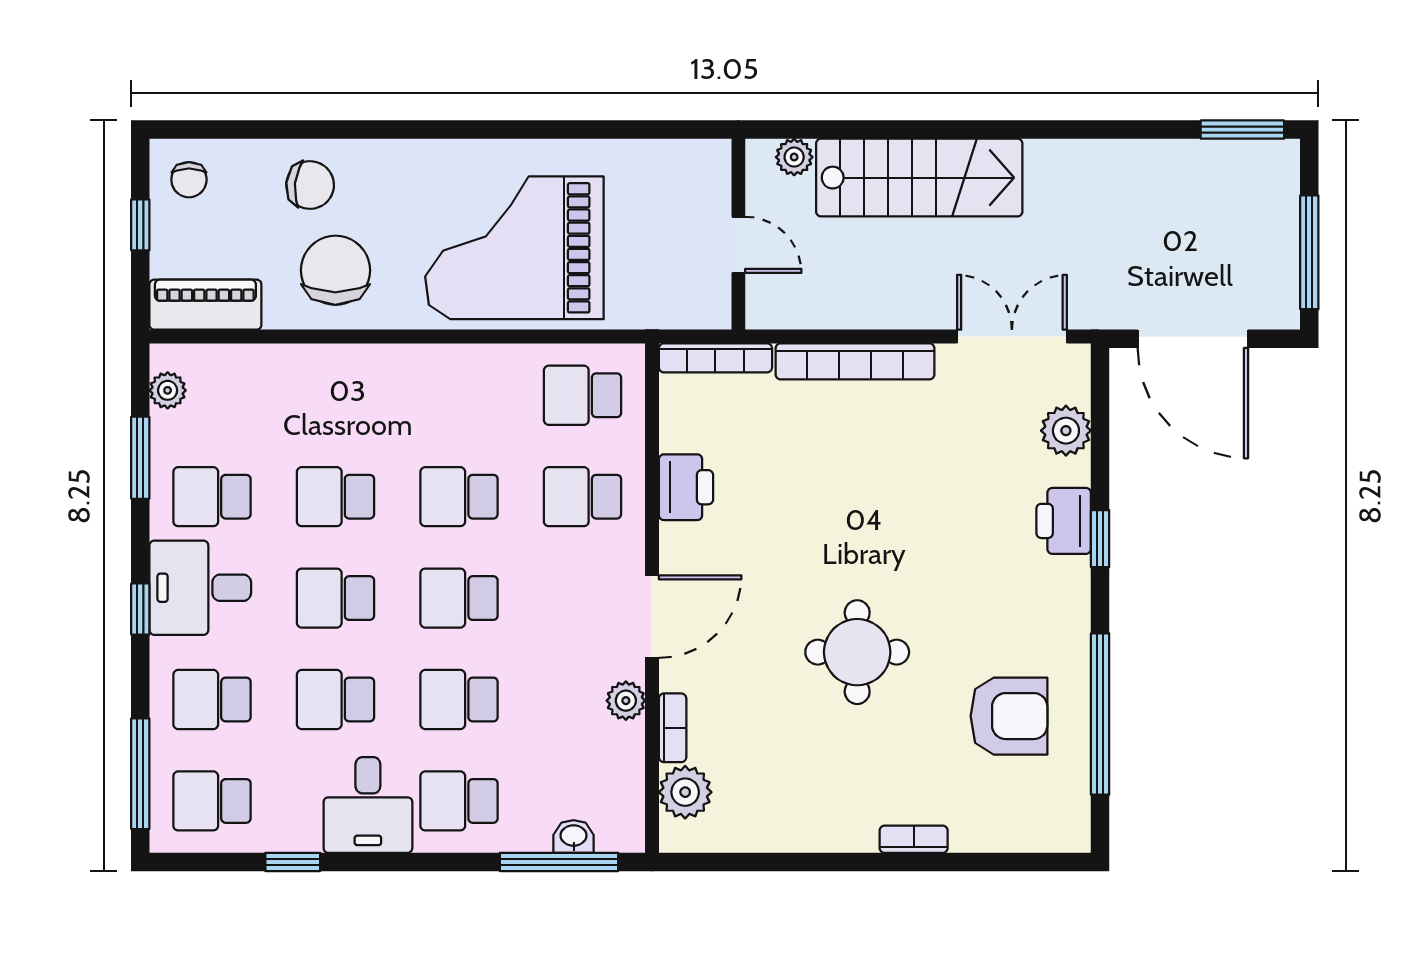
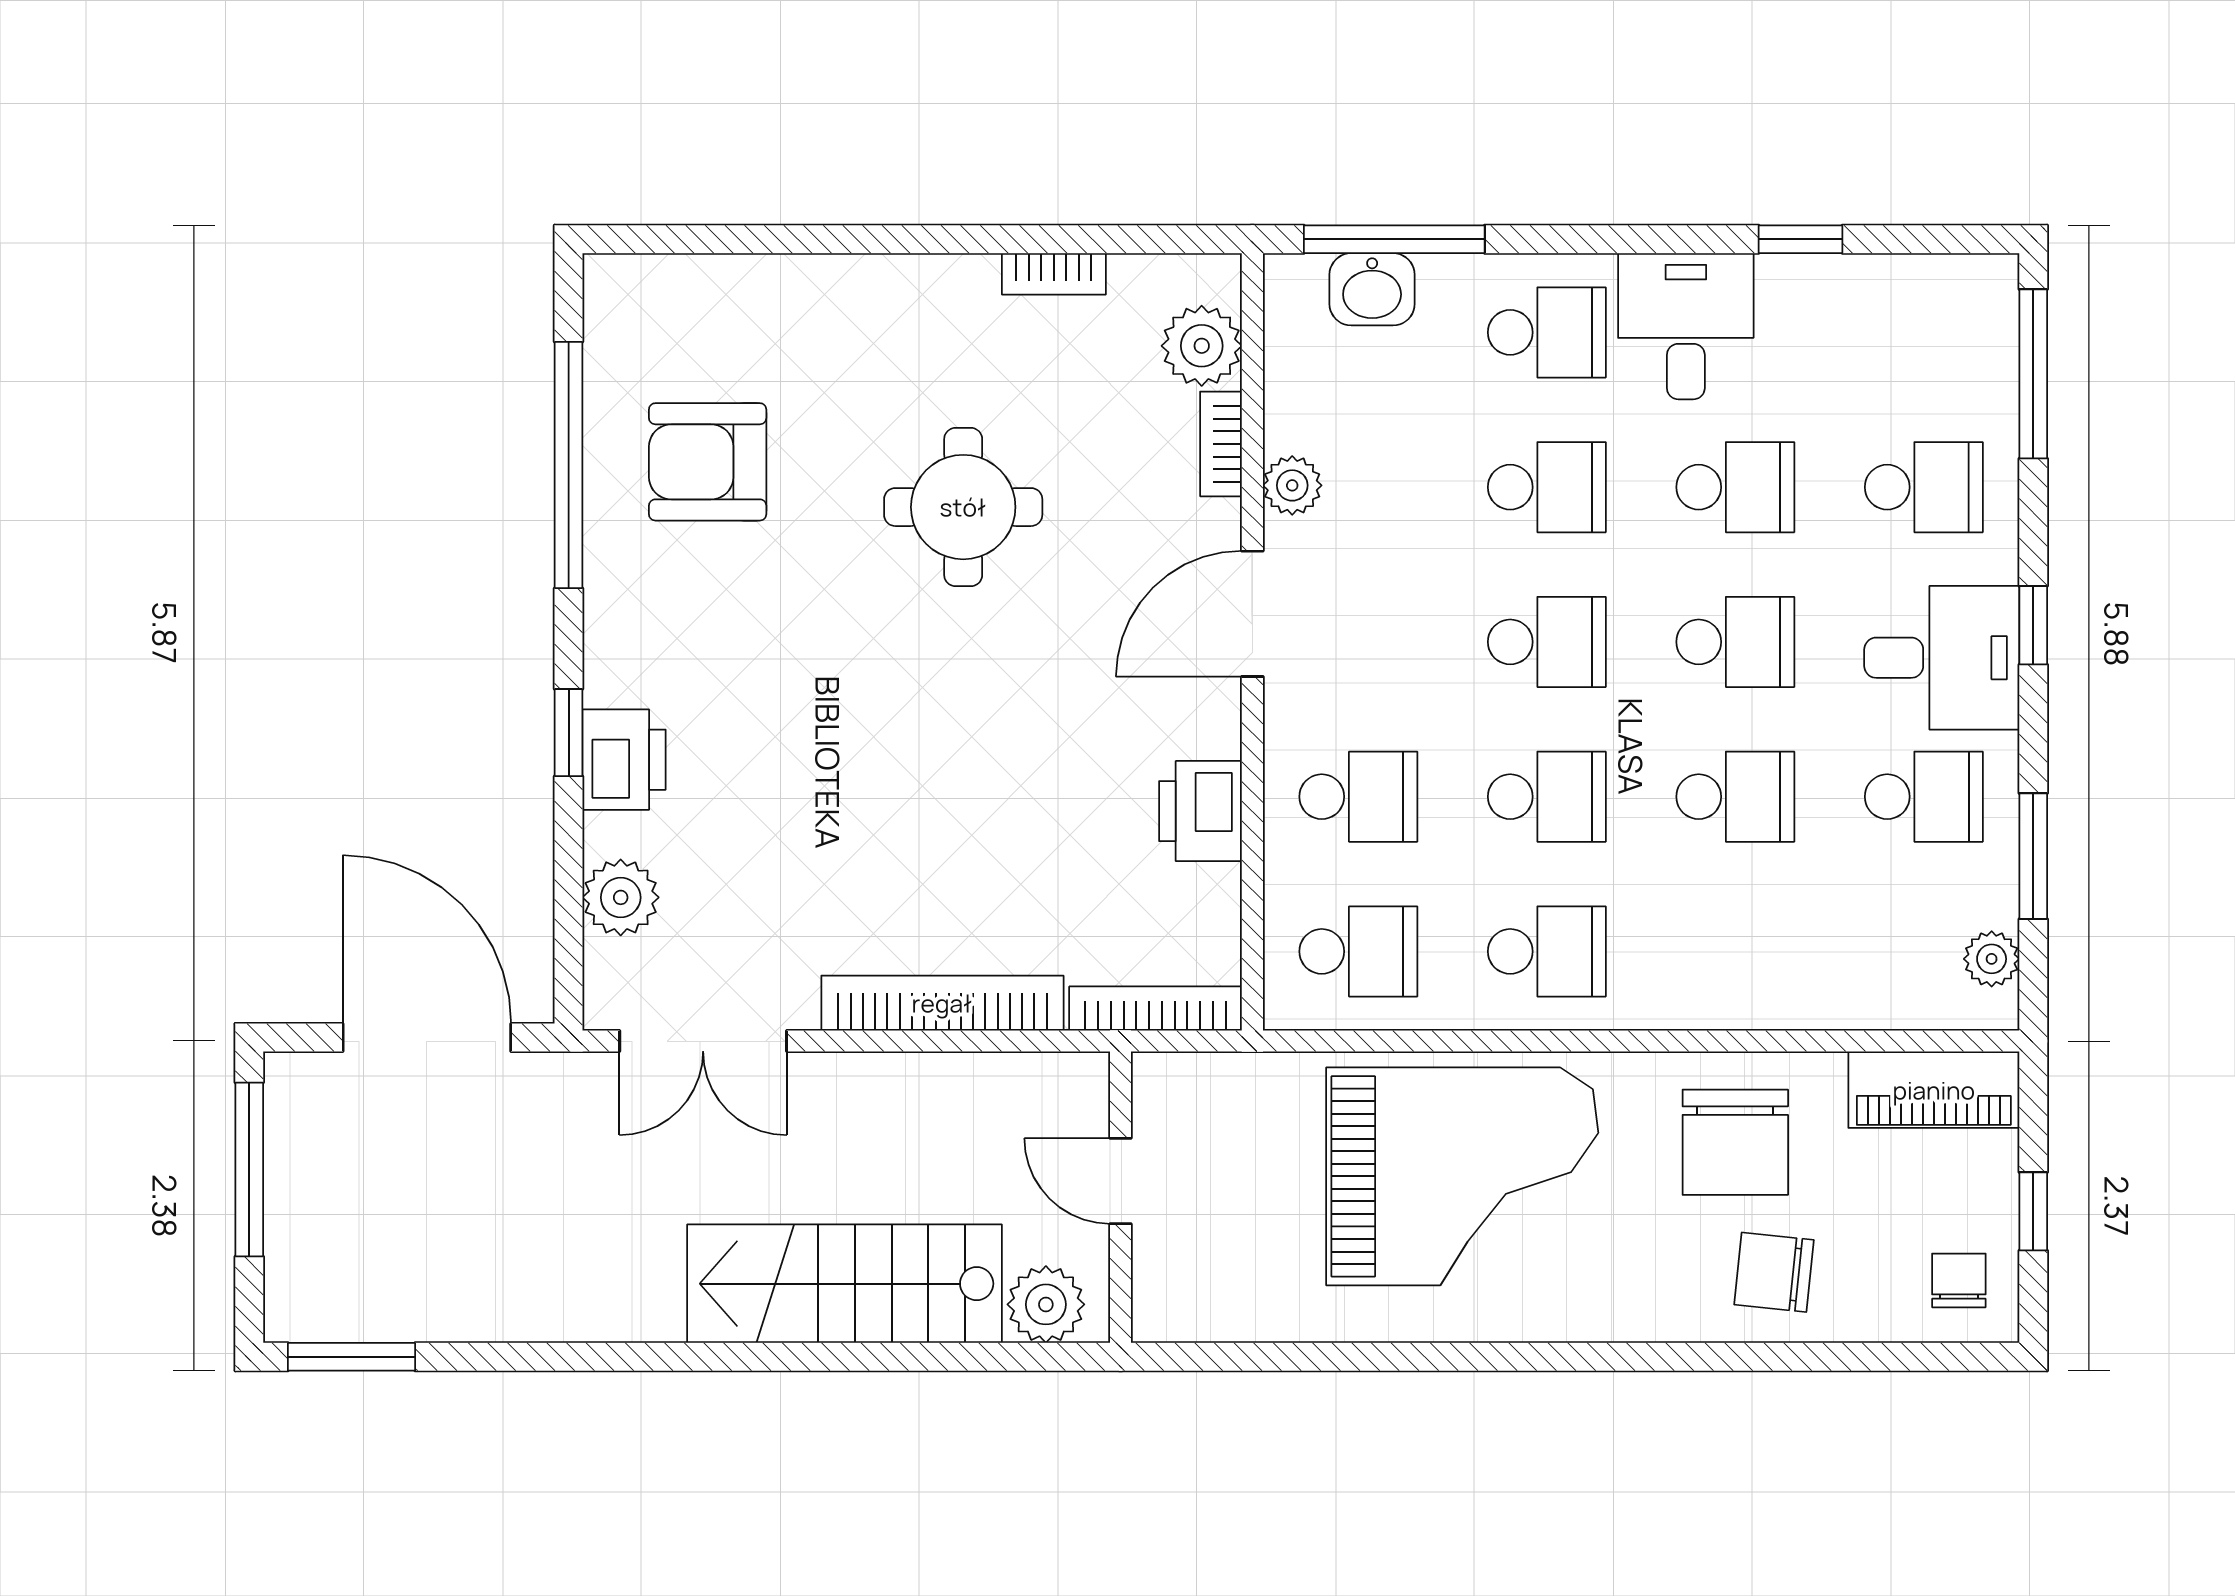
plant: (794, 157) -> (1046, 1304), width x1.38, depth x1.38
round table: (857, 652) -> (963, 507), moved
school desk: (212, 801) -> (1547, 951), moved
washbasin: (574, 836) -> (1372, 289), width x1.38, depth x1.45
bookcase: (914, 839) -> (1054, 274), moved

